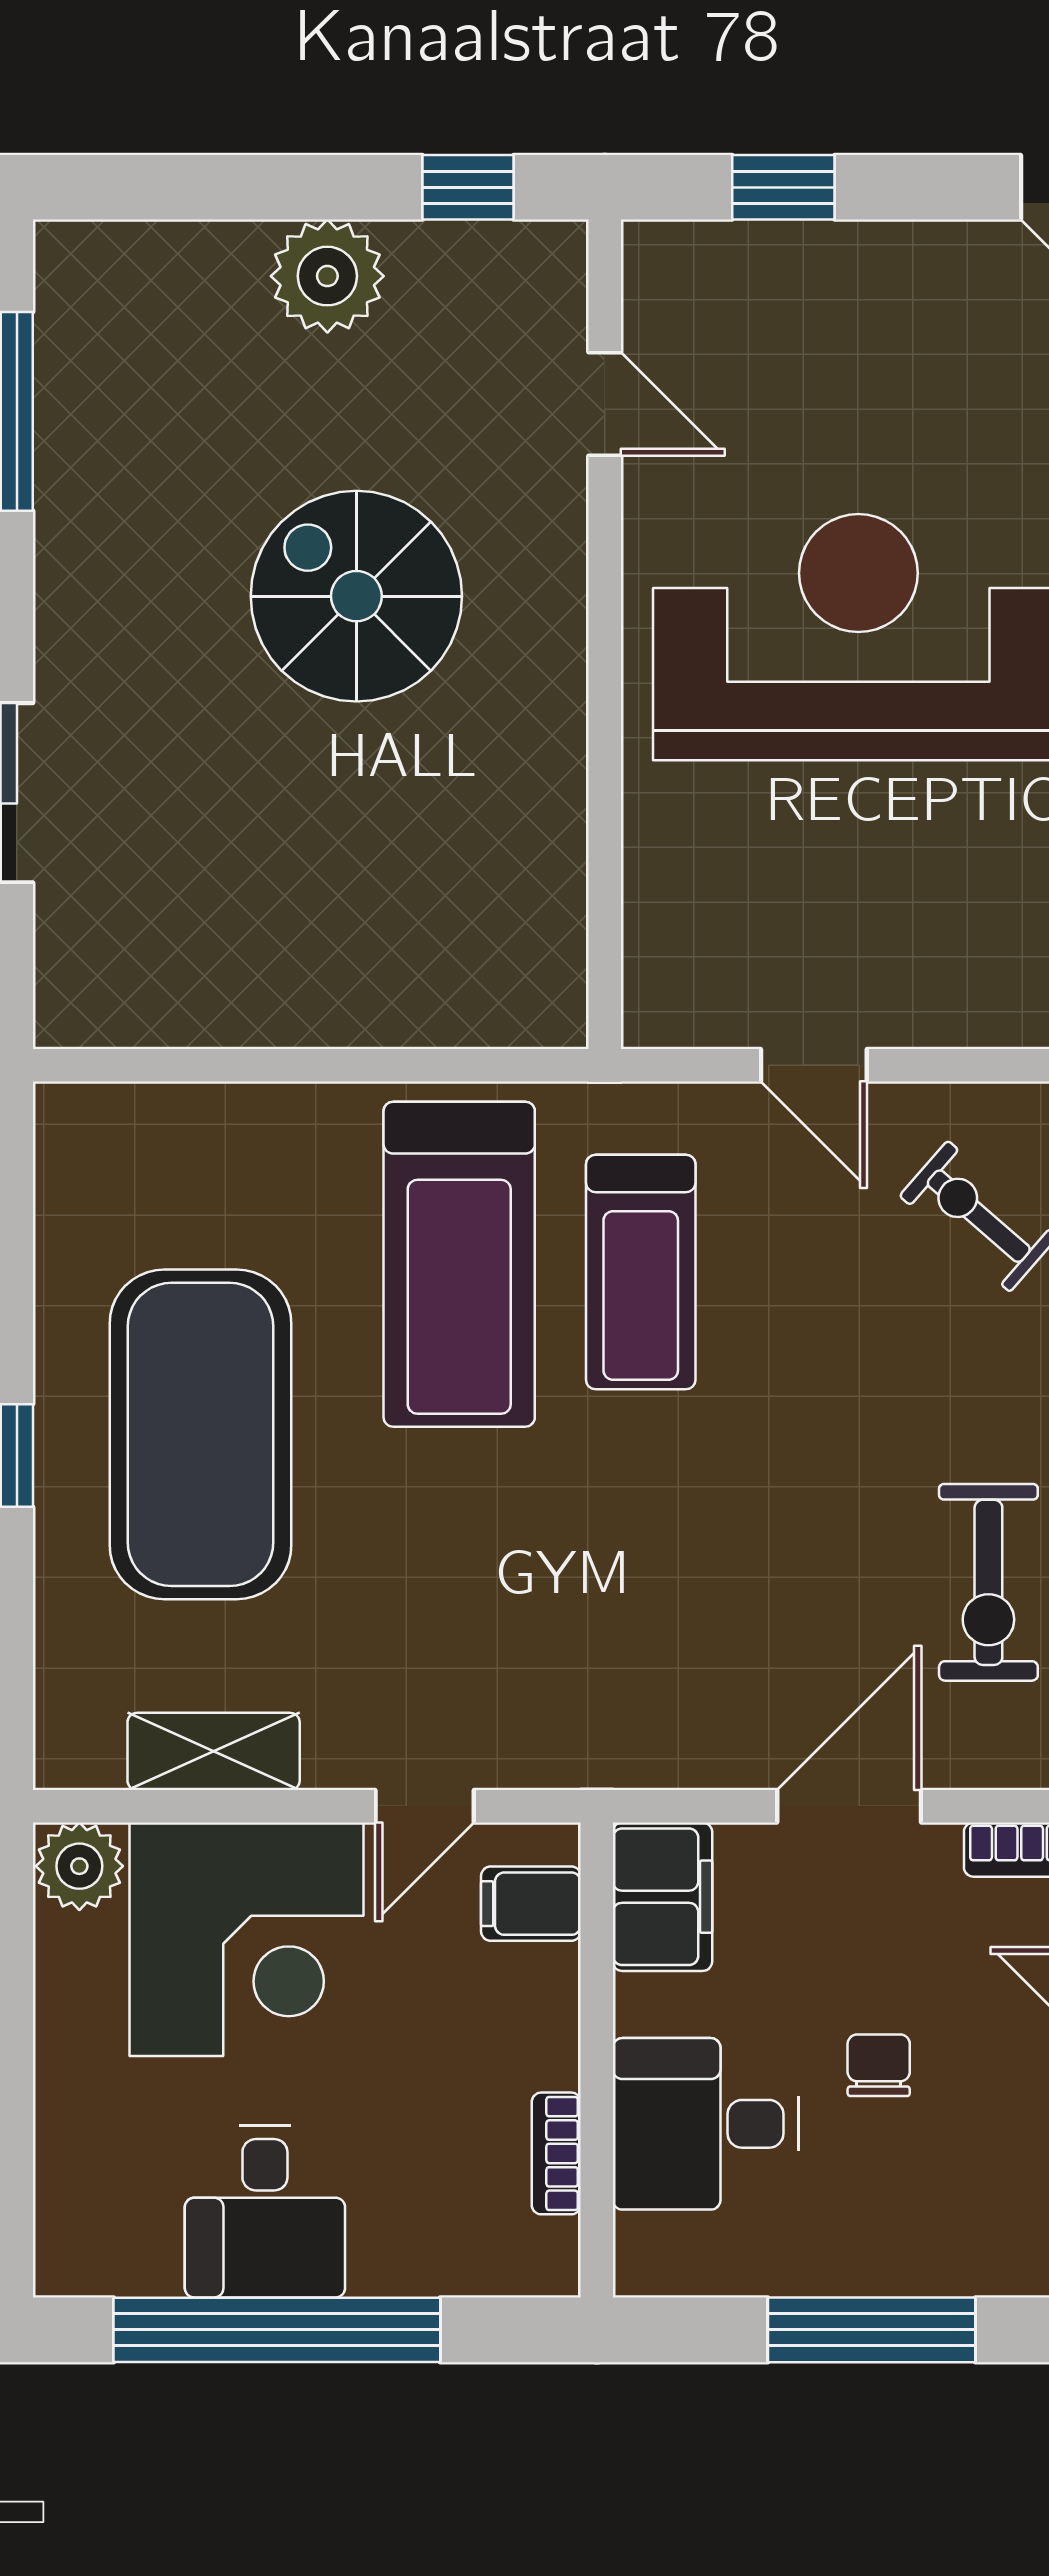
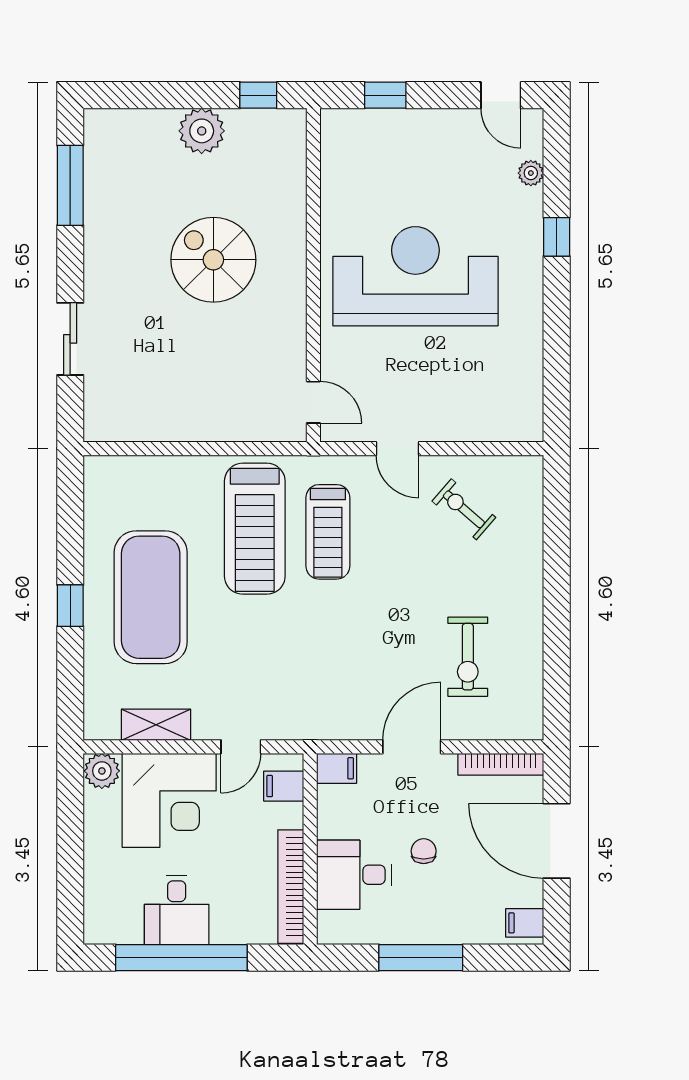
door: (605, 404) -> (313, 402), moved
filing cabinet: (662, 1897) -> (337, 768), width x0.50
bookcase: (556, 2153) -> (291, 887), width x2.31, depth x1.31

